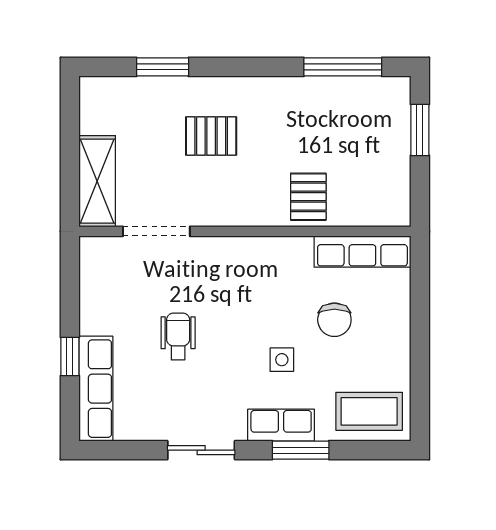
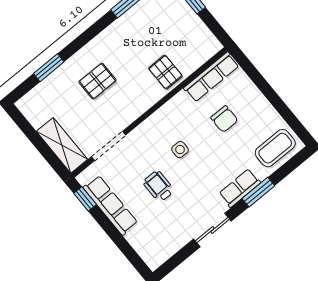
window: (70, 357) -> (85, 199), moved
side table: (282, 360) -> (180, 150), moved
row of seats: (96, 389) -> (110, 205), moved

